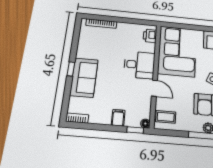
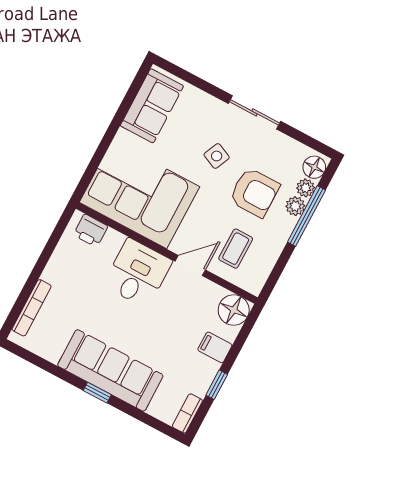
sofa: (84, 78) -> (110, 370), width x1.36
coffee table: (166, 117) -> (236, 249), moved
floor lamp: (145, 124) -> (234, 310), width x1.89, depth x1.89
window: (135, 130) -> (217, 385), moved

